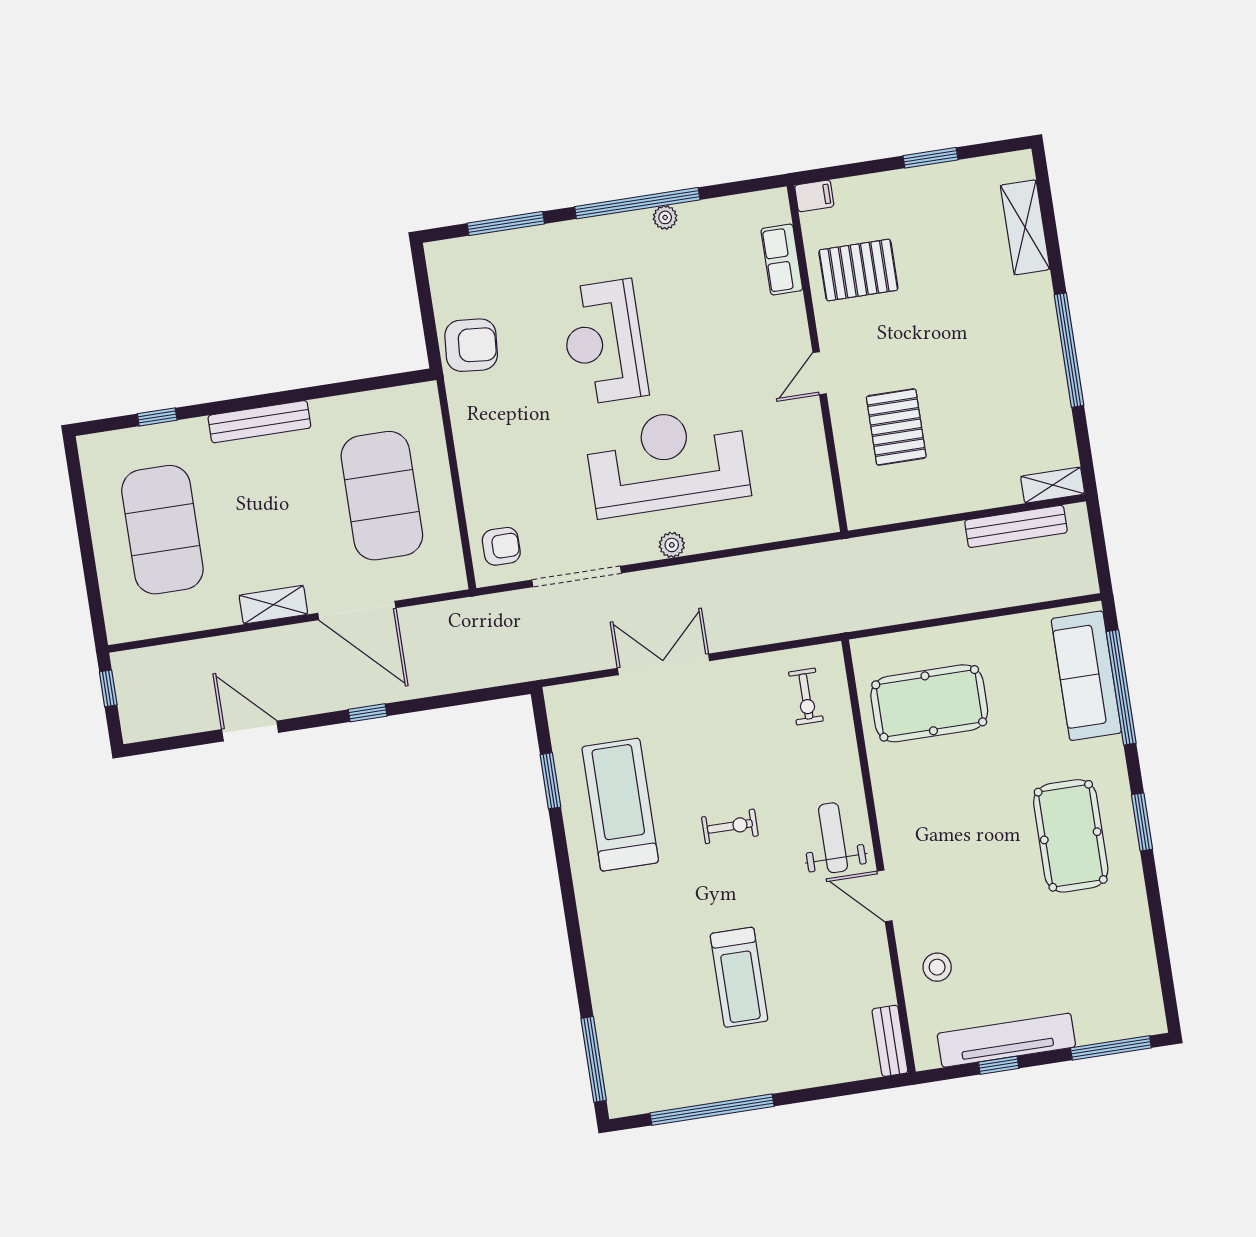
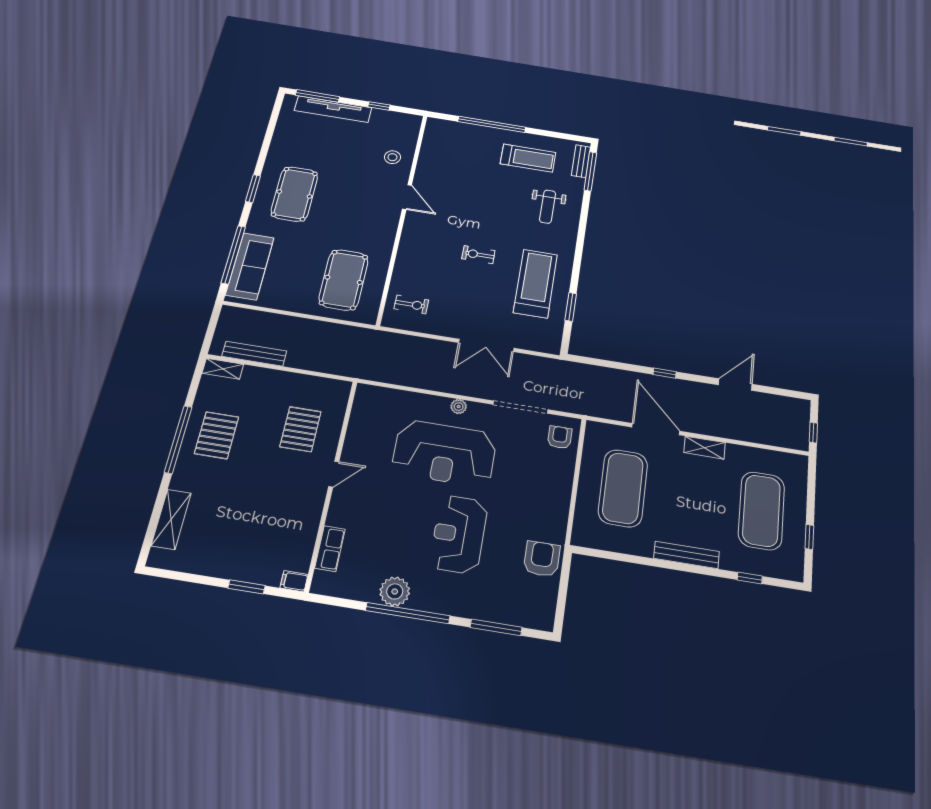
window: (930, 158) -> (247, 587), moved
plant: (665, 217) -> (395, 591), width x1.88, depth x1.88
pallet: (858, 270) -> (217, 435), moved, turned 90
reception desk: (604, 342) -> (459, 534), turned 180
armchair: (471, 345) -> (542, 559), turned 85
window: (81, 511) -> (809, 537), added
armchair: (501, 546) -> (560, 437), turned 90
exercise bike: (806, 696) -> (411, 304), turned 90
pool table: (929, 703) -> (344, 280), turned 90
door: (250, 731) -> (735, 385), swing flipped
treadmill: (620, 805) -> (535, 283), turned 180
weight bench: (833, 838) -> (548, 207), moved
treadmill: (739, 977) -> (528, 158), moved, turned 90
tv unit: (1006, 1040) -> (333, 109), moved
bench: (890, 1041) -> (581, 161), moved
window: (712, 1110) -> (492, 124), moved

